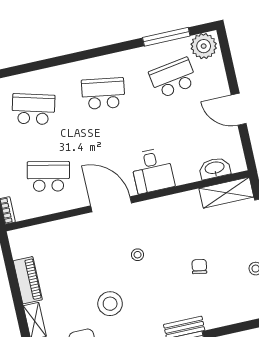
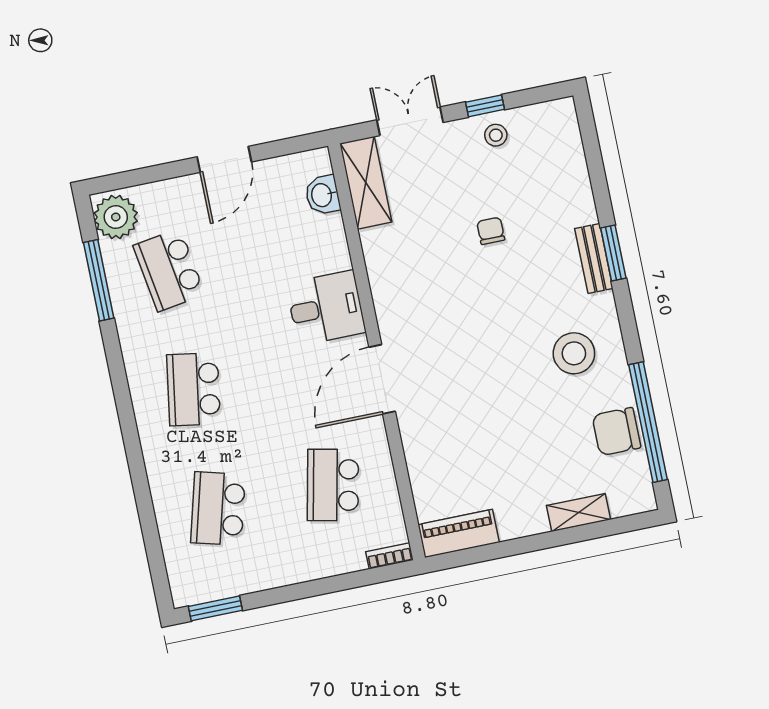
washbasin: (215, 168) -> (322, 195), width x0.72
stool: (138, 255) -> (469, 336), removed
chair: (199, 267) -> (491, 231), turned 80
piano: (28, 280) -> (459, 534), moved
stool: (110, 304) -> (574, 353), moved

